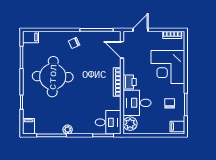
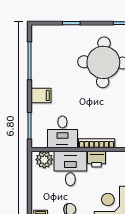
desk: (108, 122) -> (62, 132), moved
filing cabinet: (29, 126) -> (41, 95), moved
plant: (68, 130) -> (37, 81), removed

